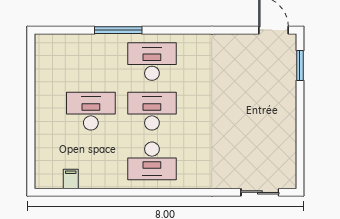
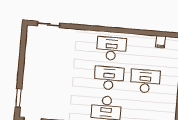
desk: (91, 111) -> (145, 81), turned 180
desk: (152, 111) -> (109, 78), turned 180

